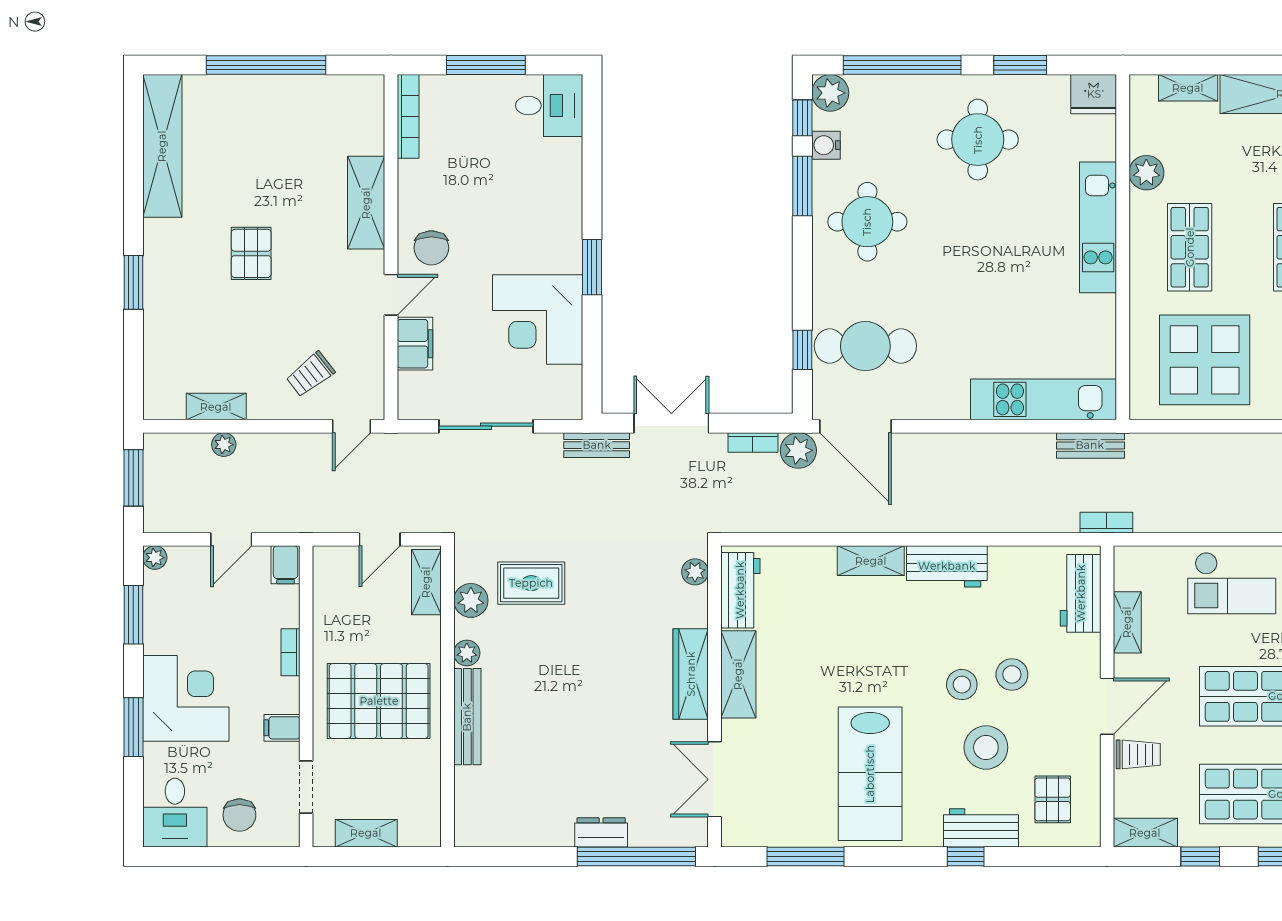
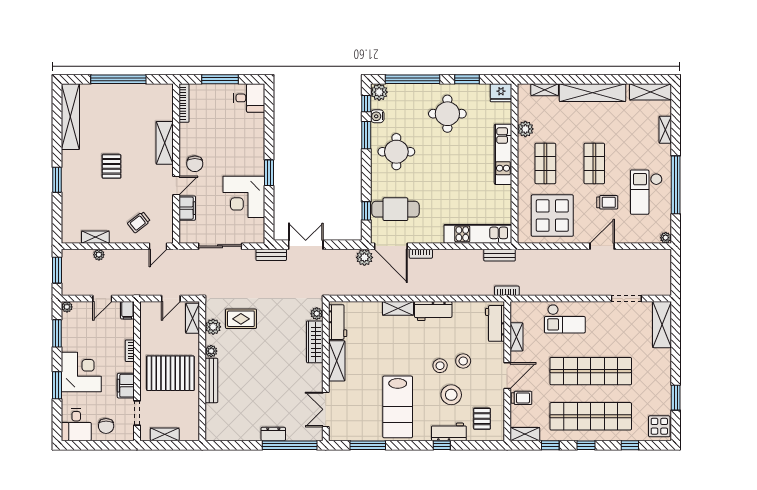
bookcase: (753, 442) -> (421, 254), moved
wardrobe: (691, 674) -> (315, 342), moved
filing cabinet: (282, 728) -> (126, 386), width x2.00

